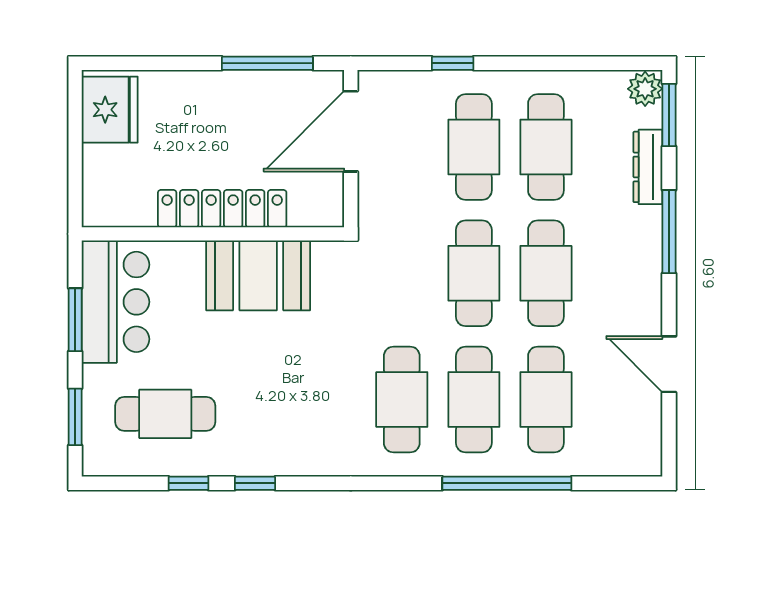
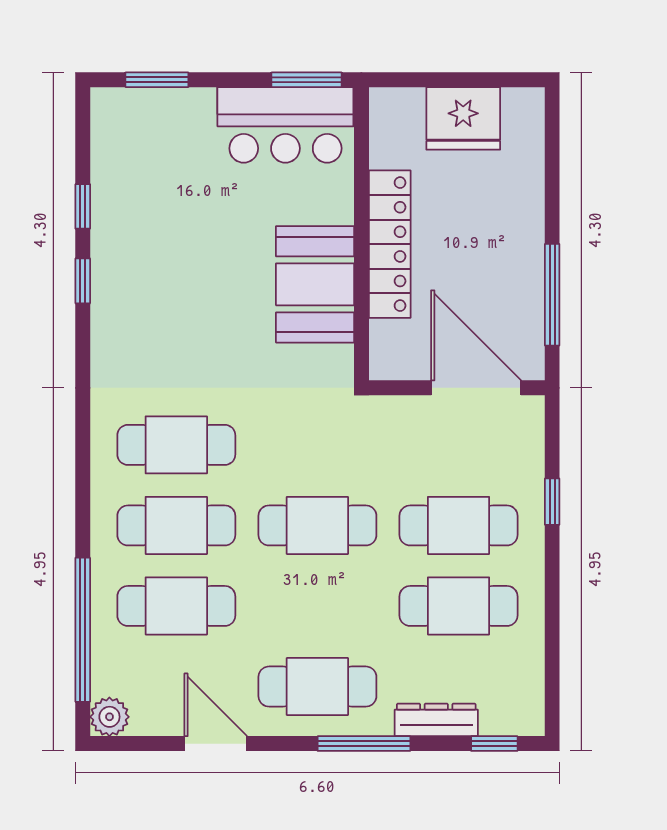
plant: (645, 89) -> (109, 717), moved
fridge: (110, 110) -> (463, 118), moved
window: (669, 115) -> (494, 744), width x0.67
cafe table: (546, 273) -> (317, 687), moved
window: (75, 320) -> (307, 80), moved
door: (669, 364) -> (216, 744), hinge flipped
cafe table: (165, 414) -> (160, 181), removed
window: (507, 483) -> (83, 630), moved

